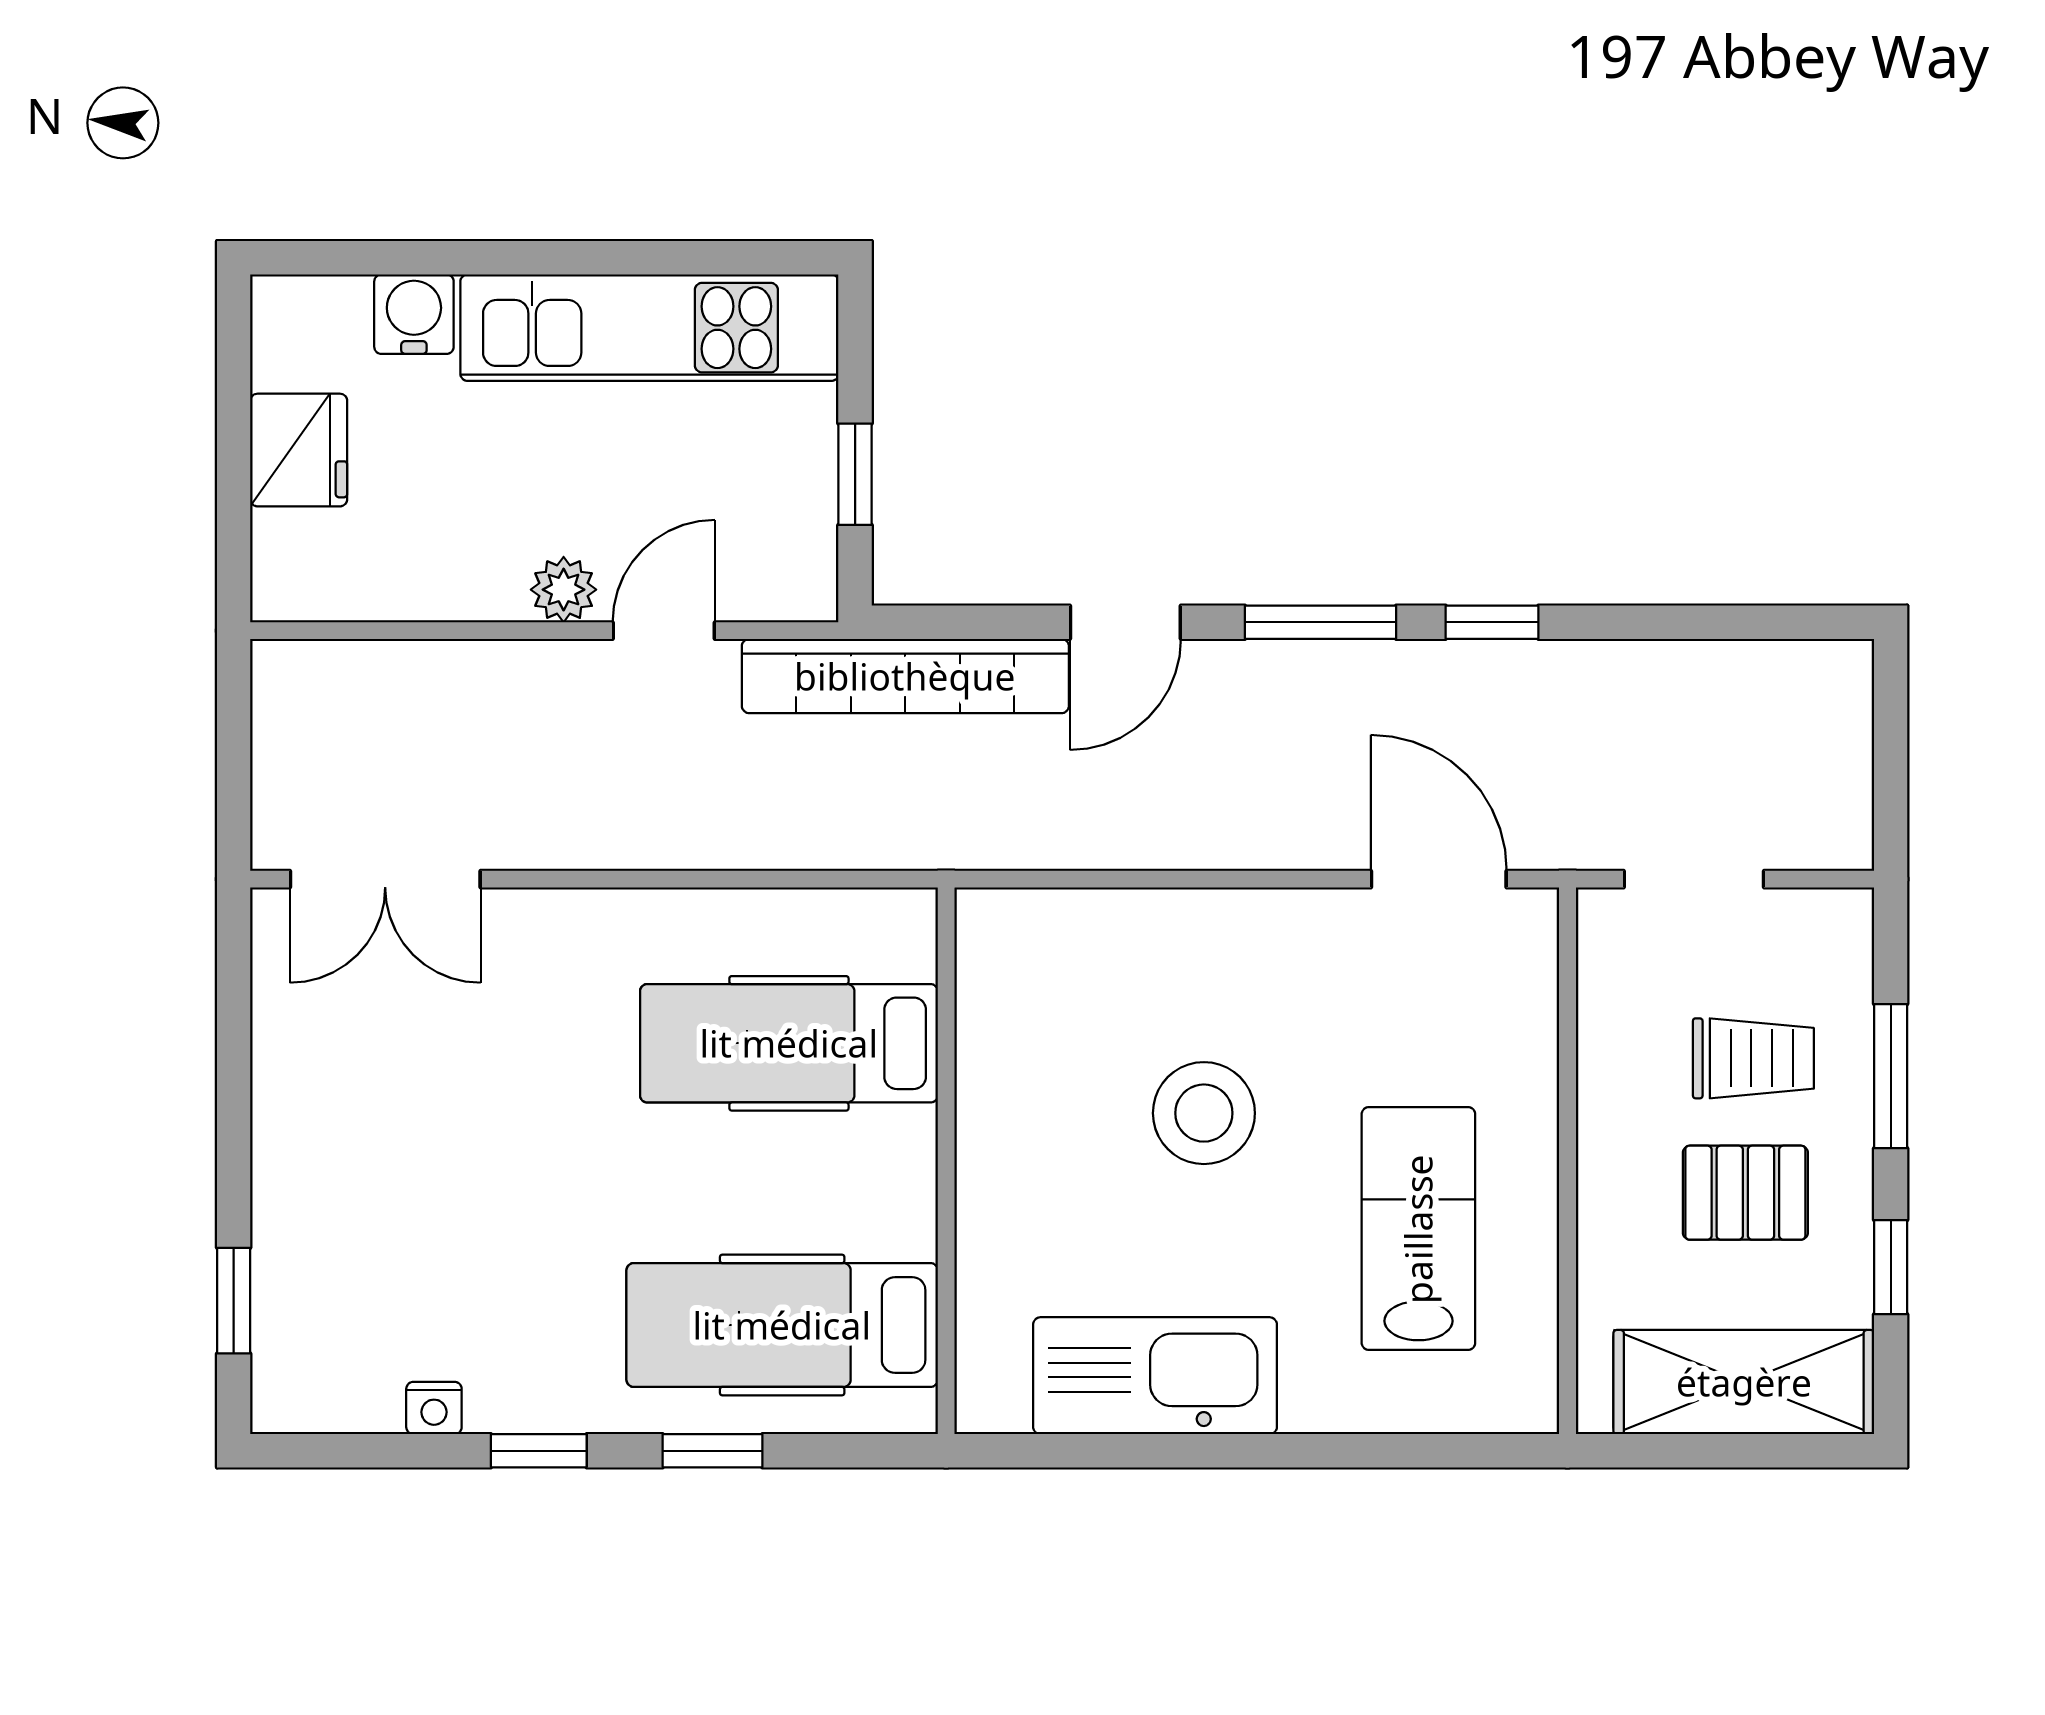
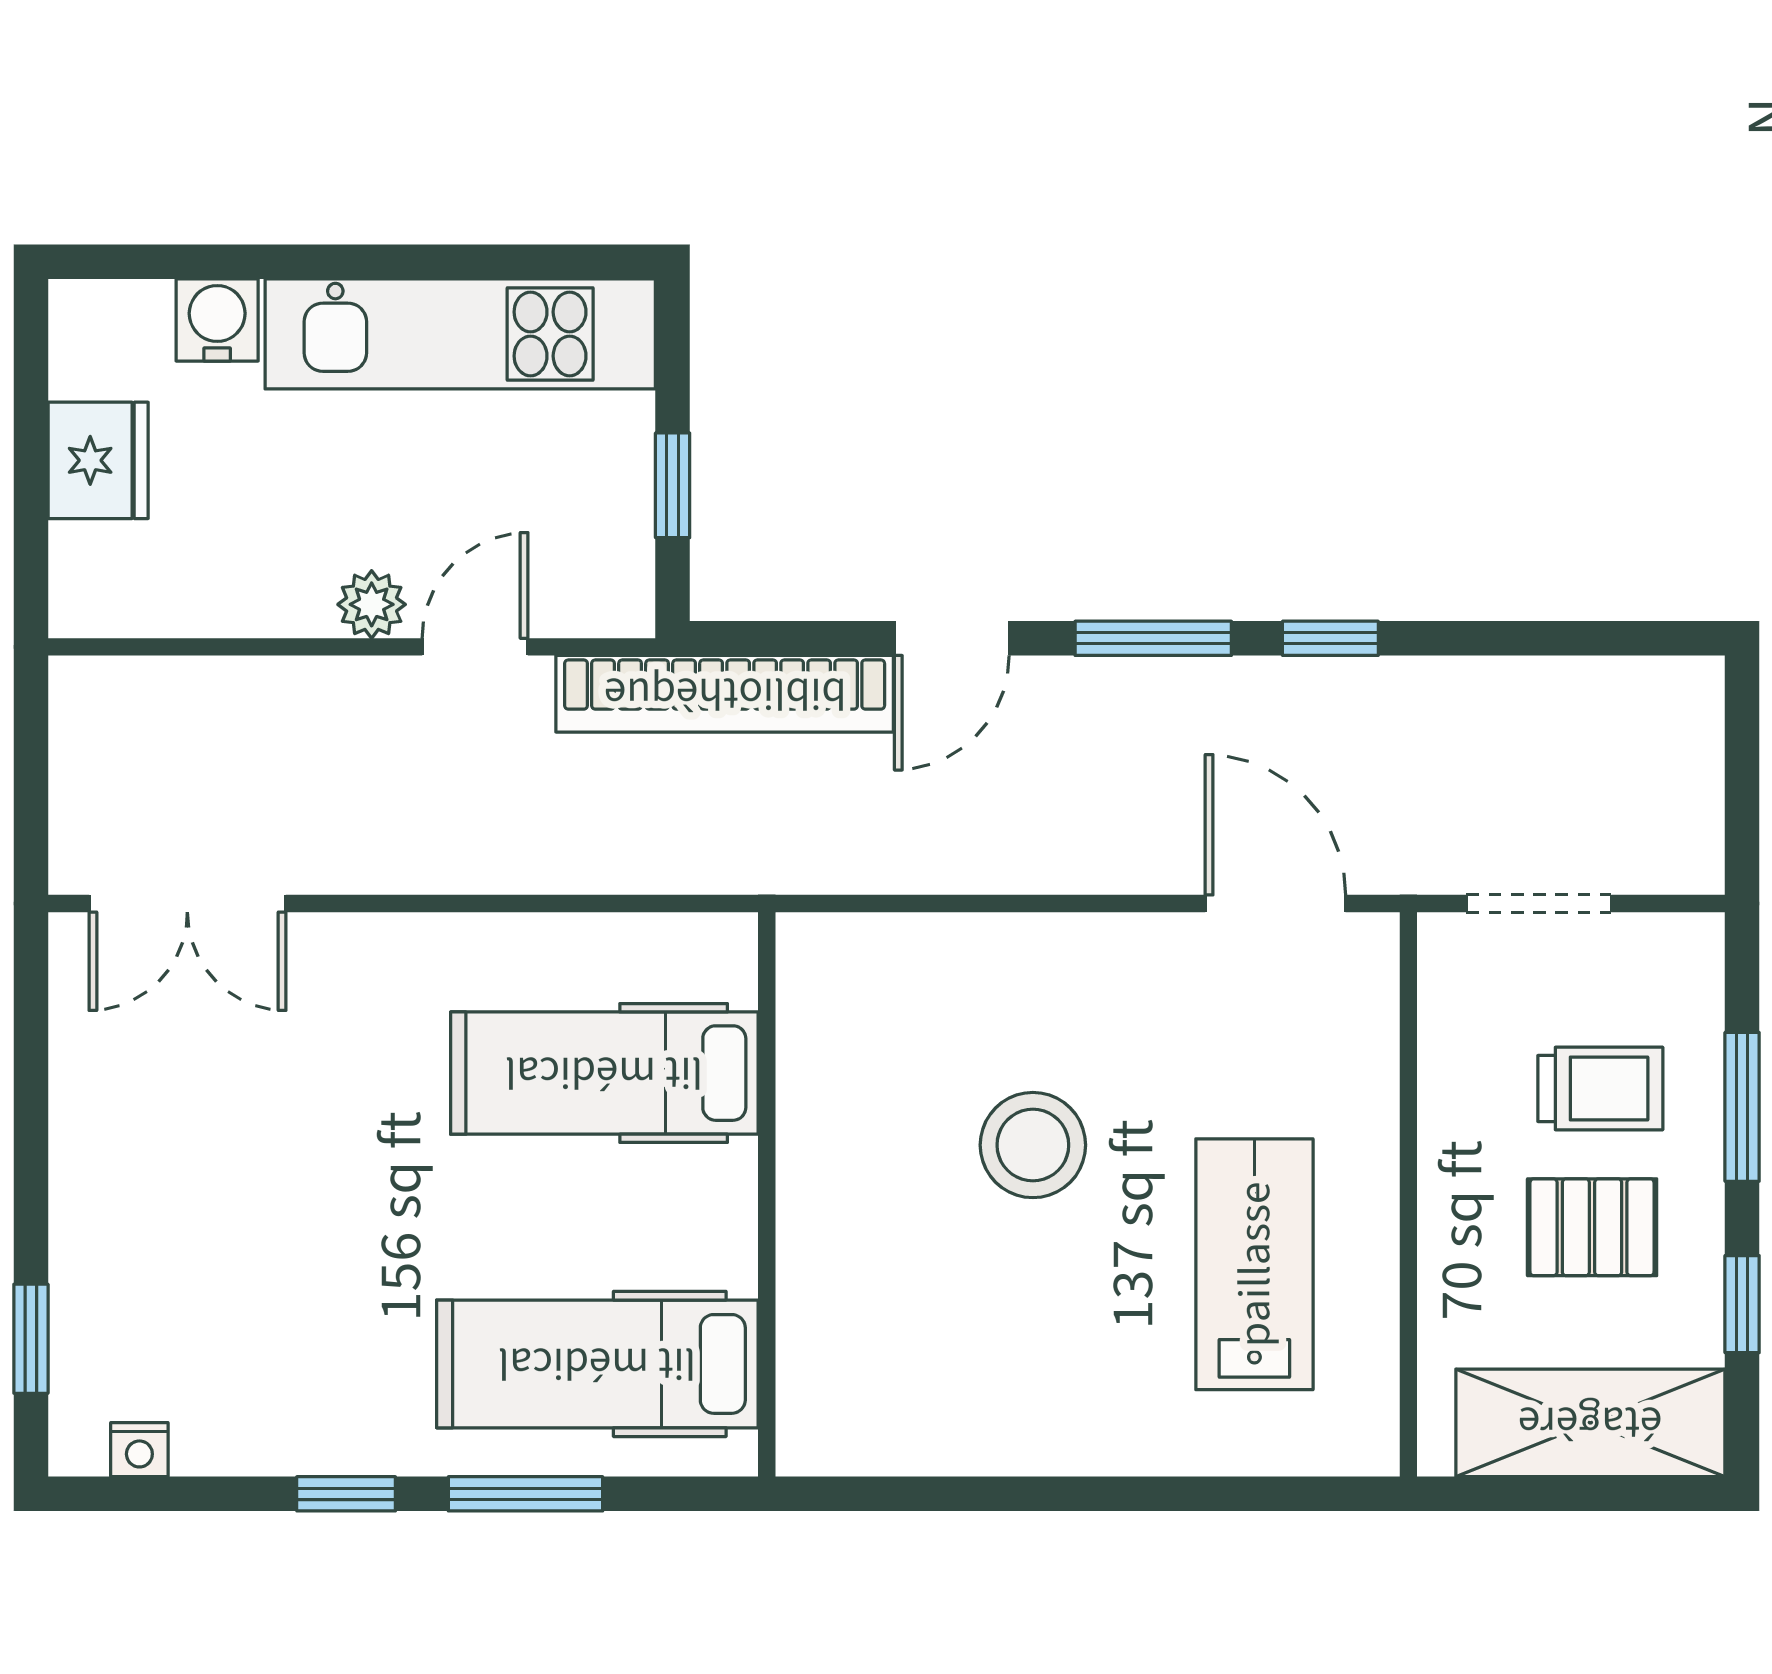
kitchen sink: (1155, 1376) -> (982, 1416), removed
nightstand: (434, 1408) -> (139, 1450), moved
window: (713, 1451) -> (525, 1494), width x1.50

